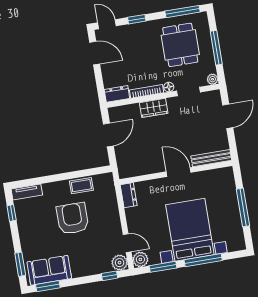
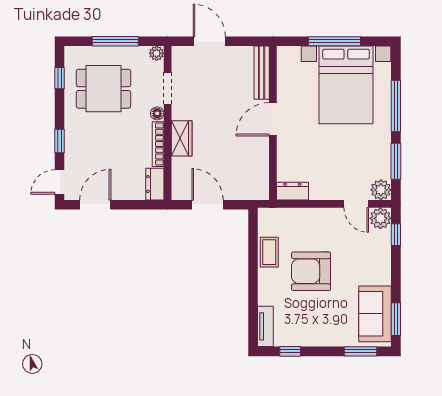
window: (183, 12) -> (60, 78), width x0.46
bed with nightstands: (190, 230) -> (346, 85), moved, turned -90
door: (127, 243) -> (356, 204), swing flipped

